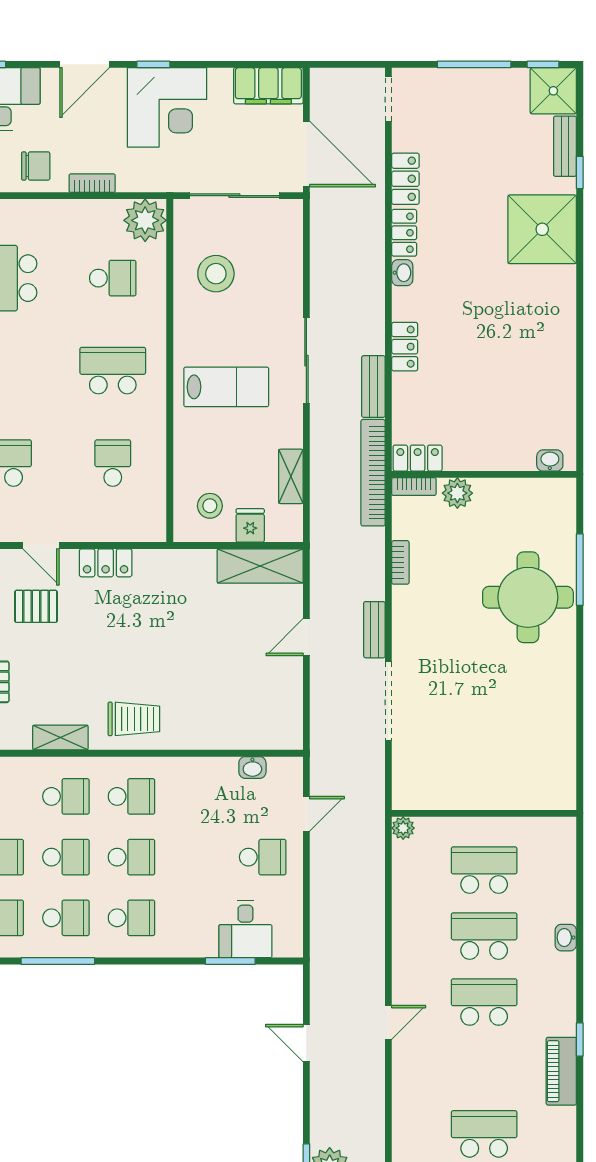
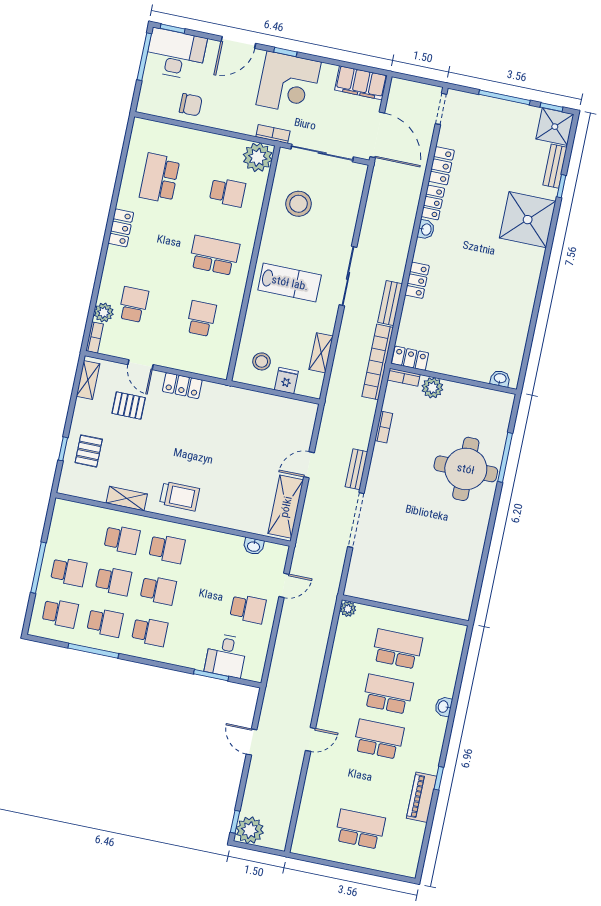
bookcase: (92, 183) -> (273, 134), moved
shelving: (260, 566) -> (286, 507), moved, turned 90

